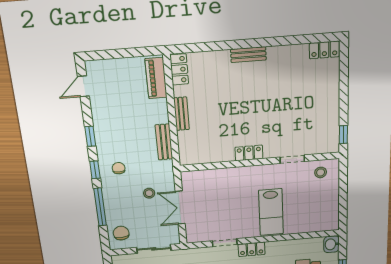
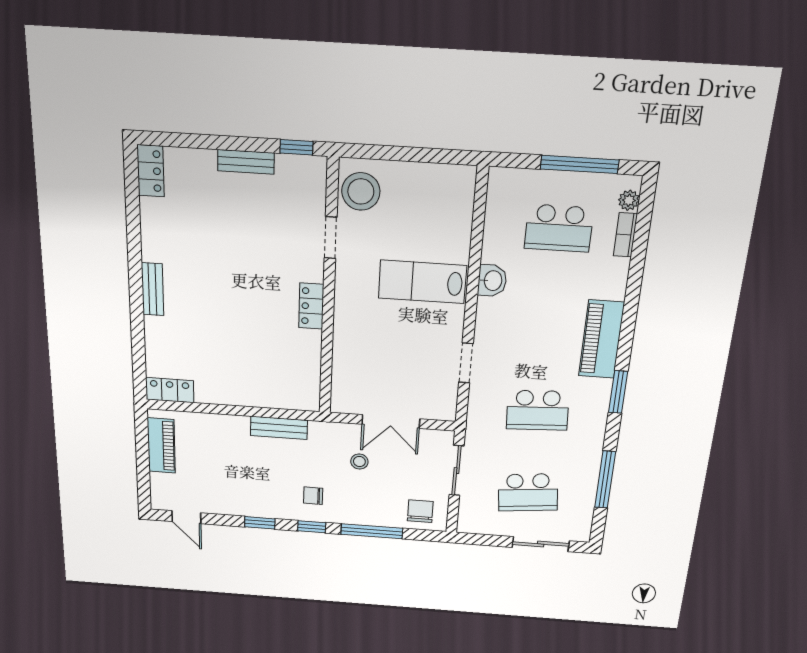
piano: (156, 78) -> (161, 445), moved, turned -90
bench: (181, 114) -> (246, 162), moved
stool: (321, 172) -> (361, 191), width x1.89, depth x1.89
lab bench: (271, 212) -> (422, 282), turned 180
chair: (121, 233) -> (420, 511), turned 95
washbasin: (331, 244) -> (492, 281), moved, turned -90
locker: (252, 249) -> (487, 321), removed

